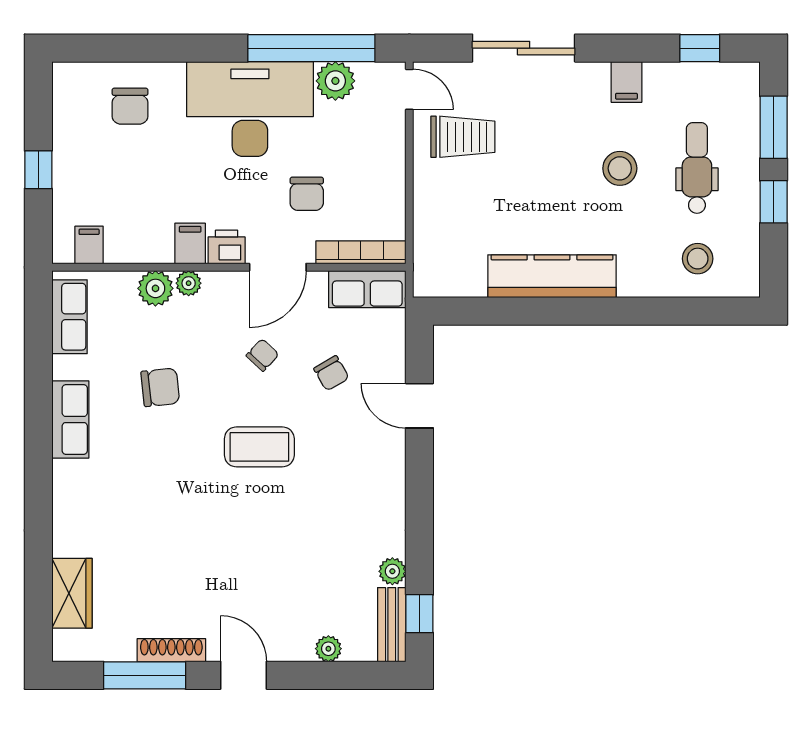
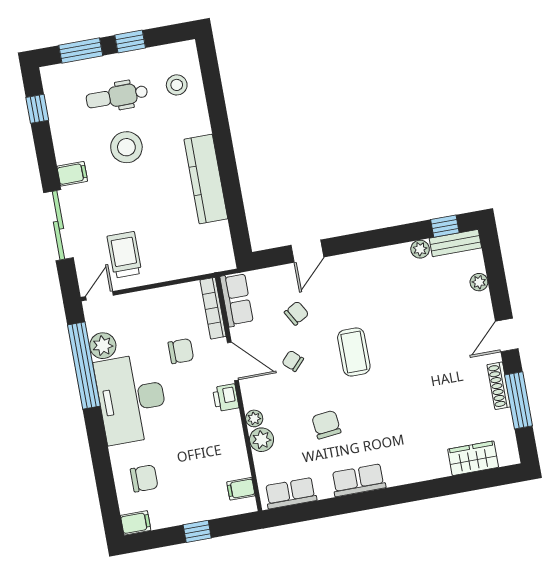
filing cabinet: (626, 82) -> (72, 174), moved
stool: (620, 168) -> (126, 147), width x1.38, depth x1.38
filing cabinet: (190, 244) -> (136, 523), moved, turned 180

